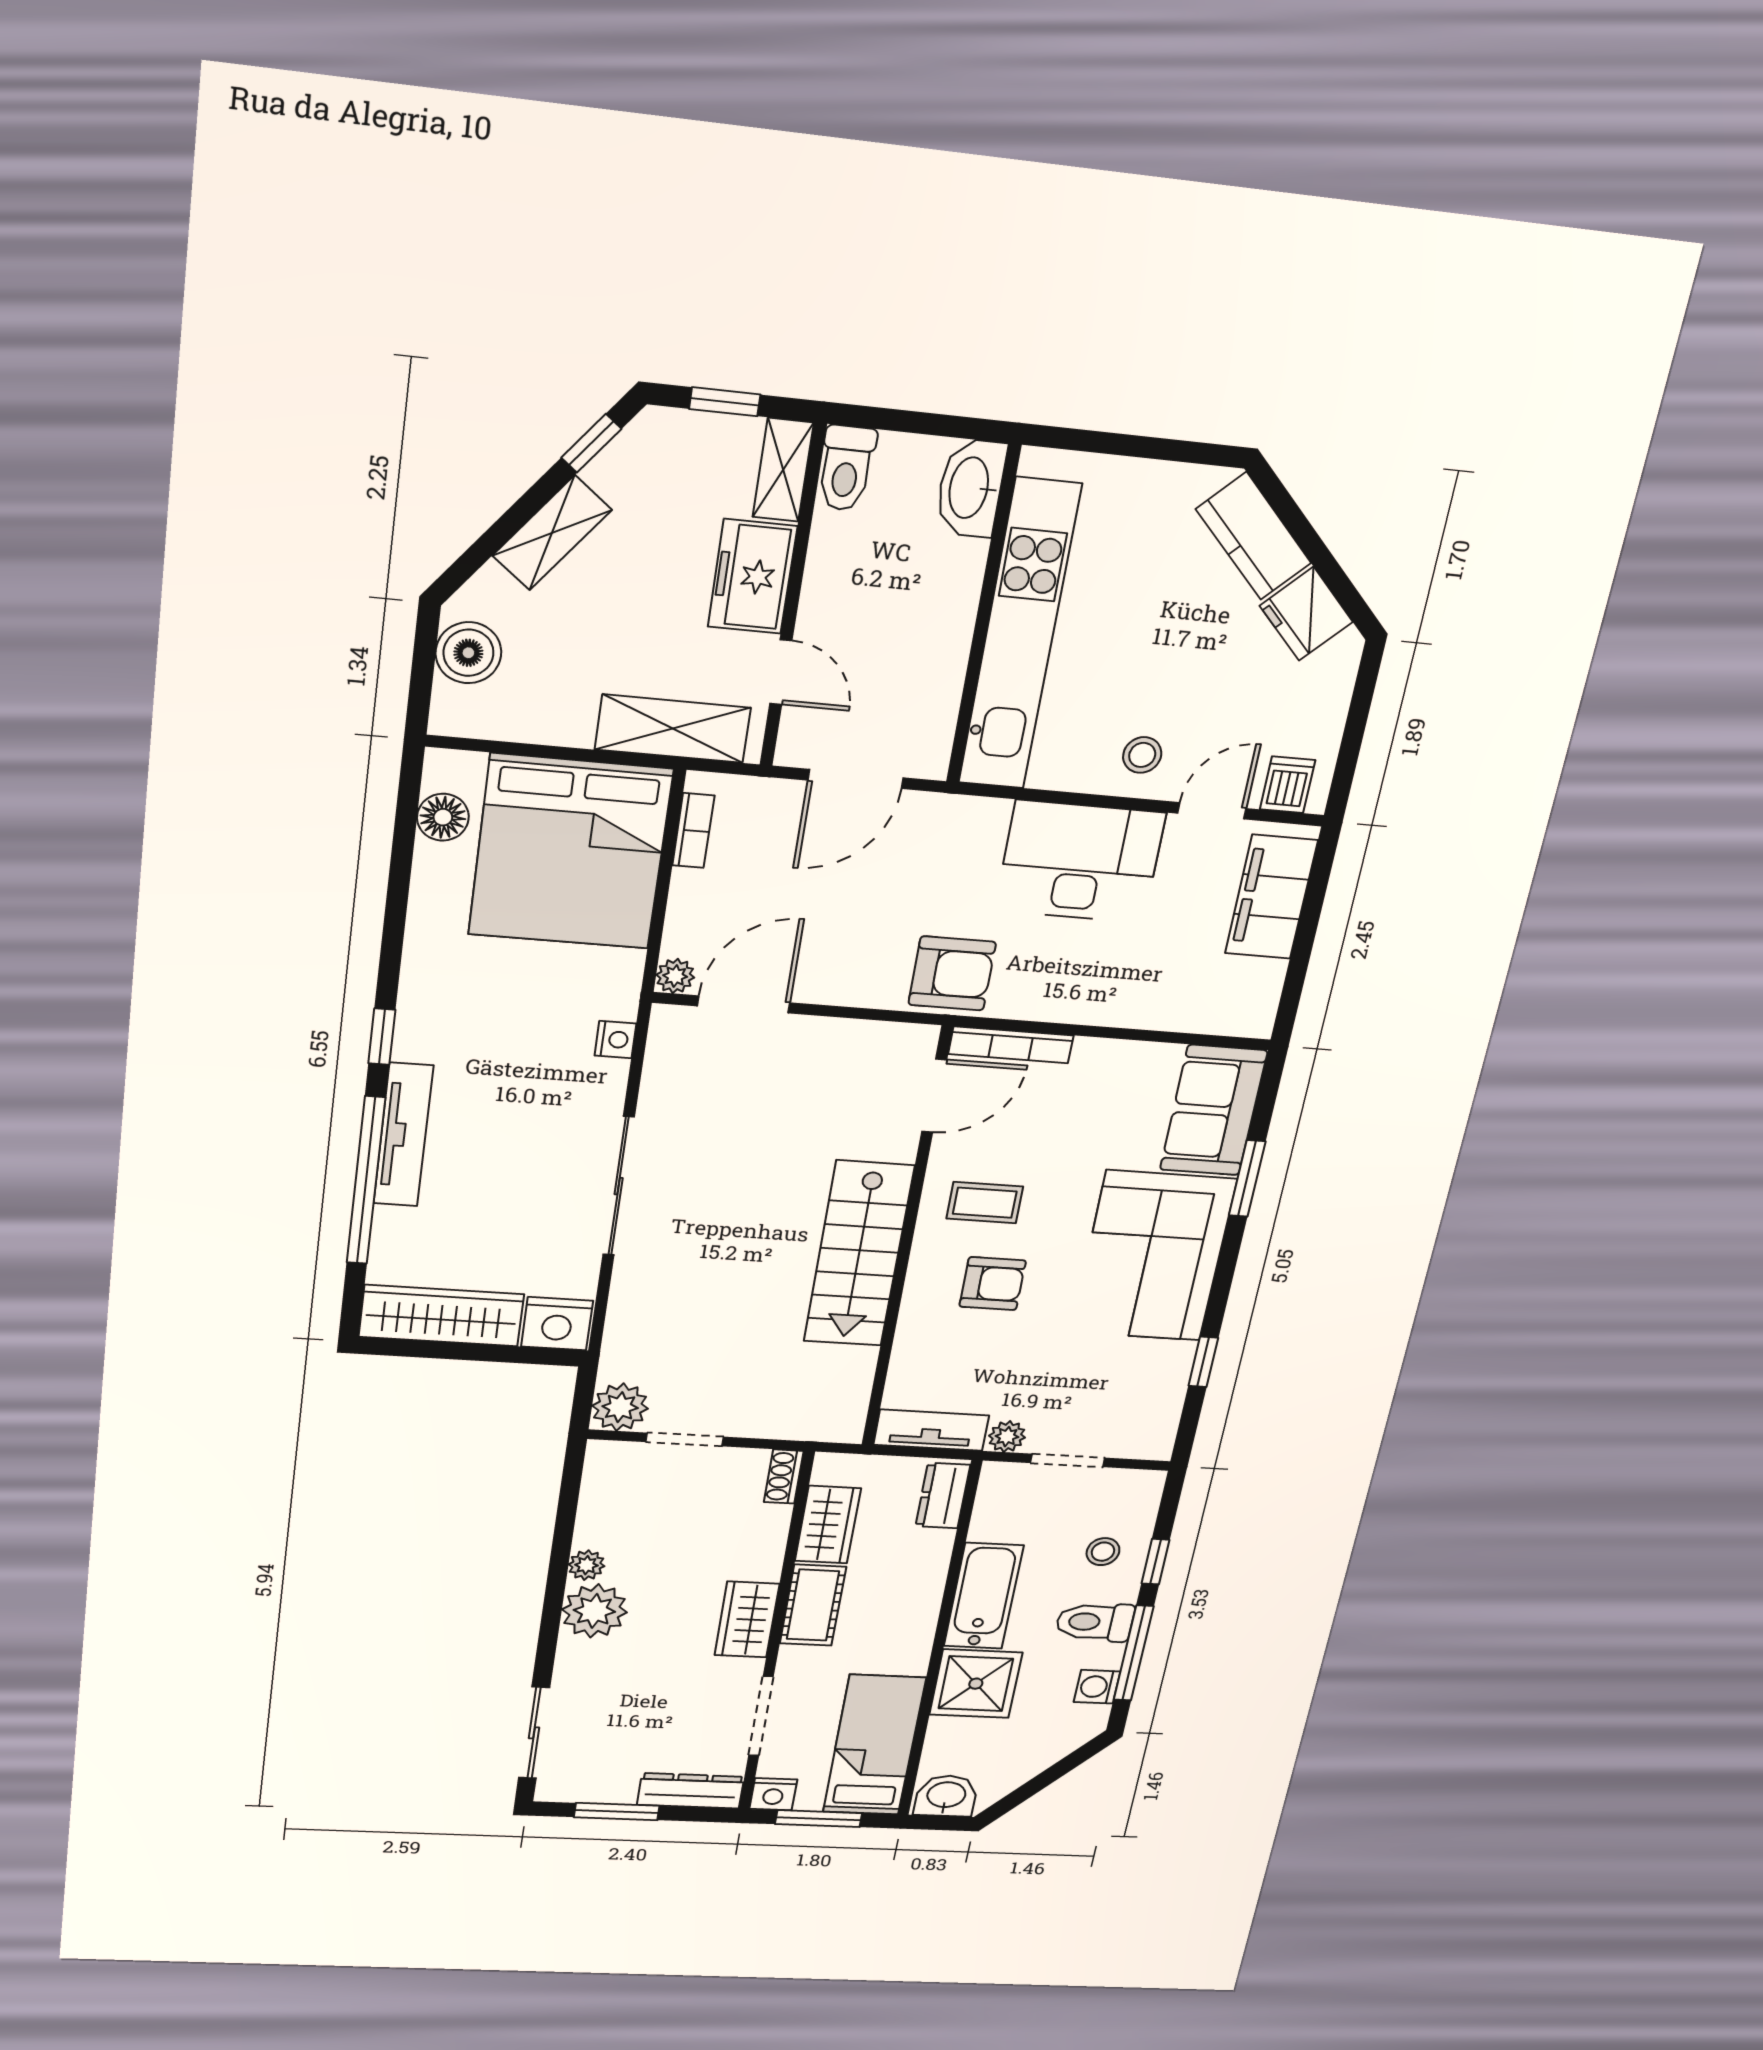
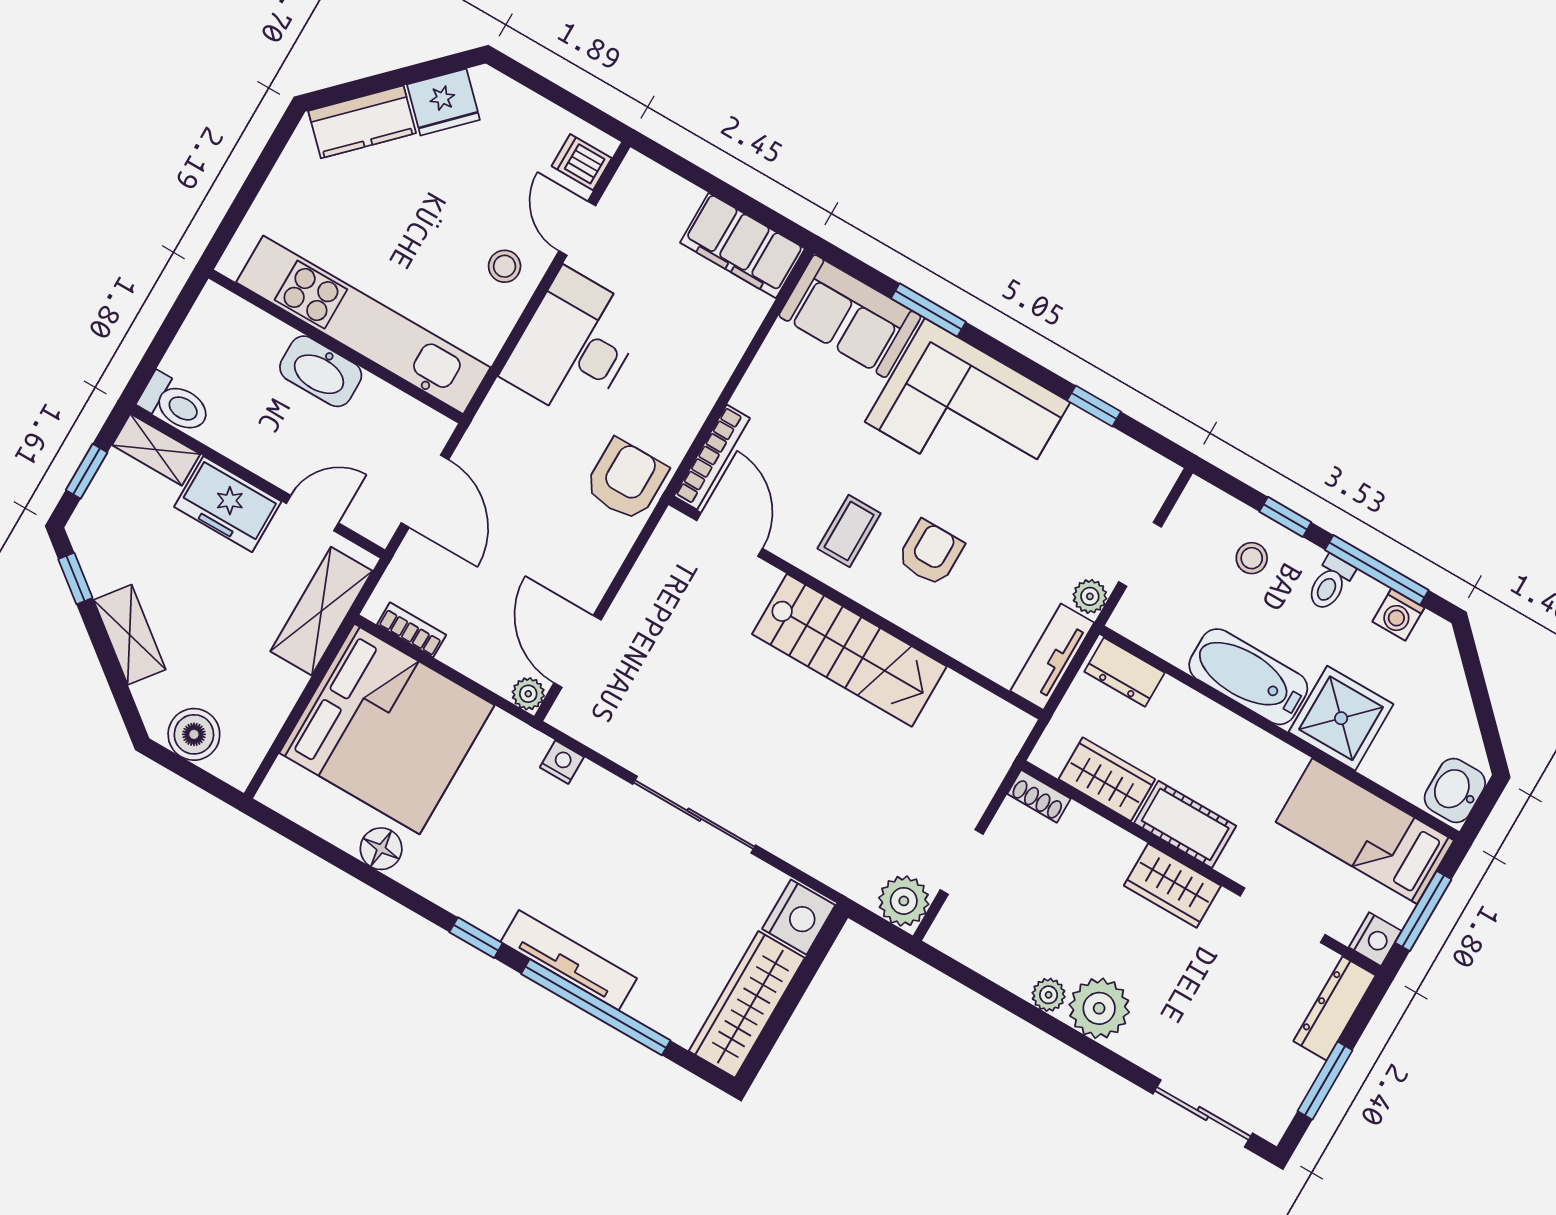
washbasin: (970, 488) -> (321, 371), moved
floor lamp: (443, 817) -> (381, 849), moved
filing cabinet: (1271, 897) -> (742, 246), moved
toilet: (1095, 1622) -> (1330, 583), width x0.73, depth x0.72

